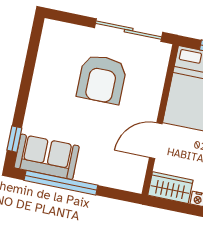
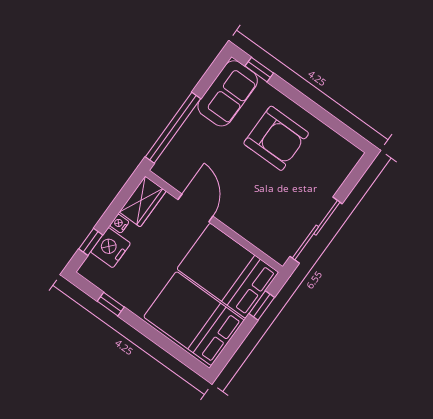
armchair: (102, 79) -> (276, 138), moved, turned 180
window: (61, 183) -> (173, 128), moved

